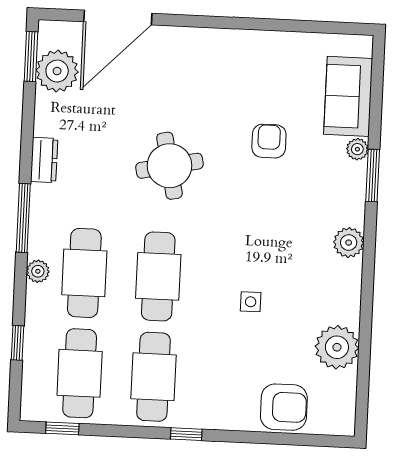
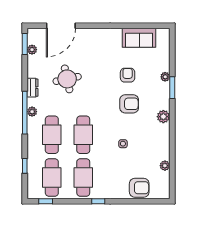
plant: (57, 71) -> (32, 50), width x0.53, depth x0.53
sofa: (348, 96) -> (139, 38), moved, turned -90
round table: (169, 166) -> (67, 79), moved
armchair: (270, 209) -> (129, 104), added
window: (23, 218) -> (25, 113), width x1.46
plant: (38, 271) -> (32, 112), moved
plant: (337, 347) -> (165, 166), width x0.53, depth x0.53

